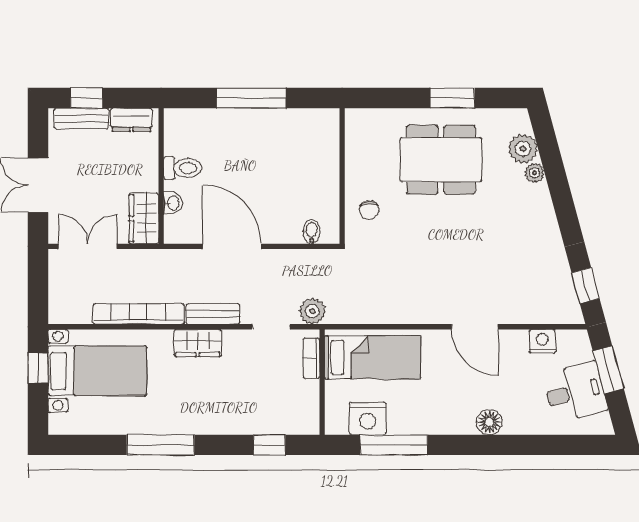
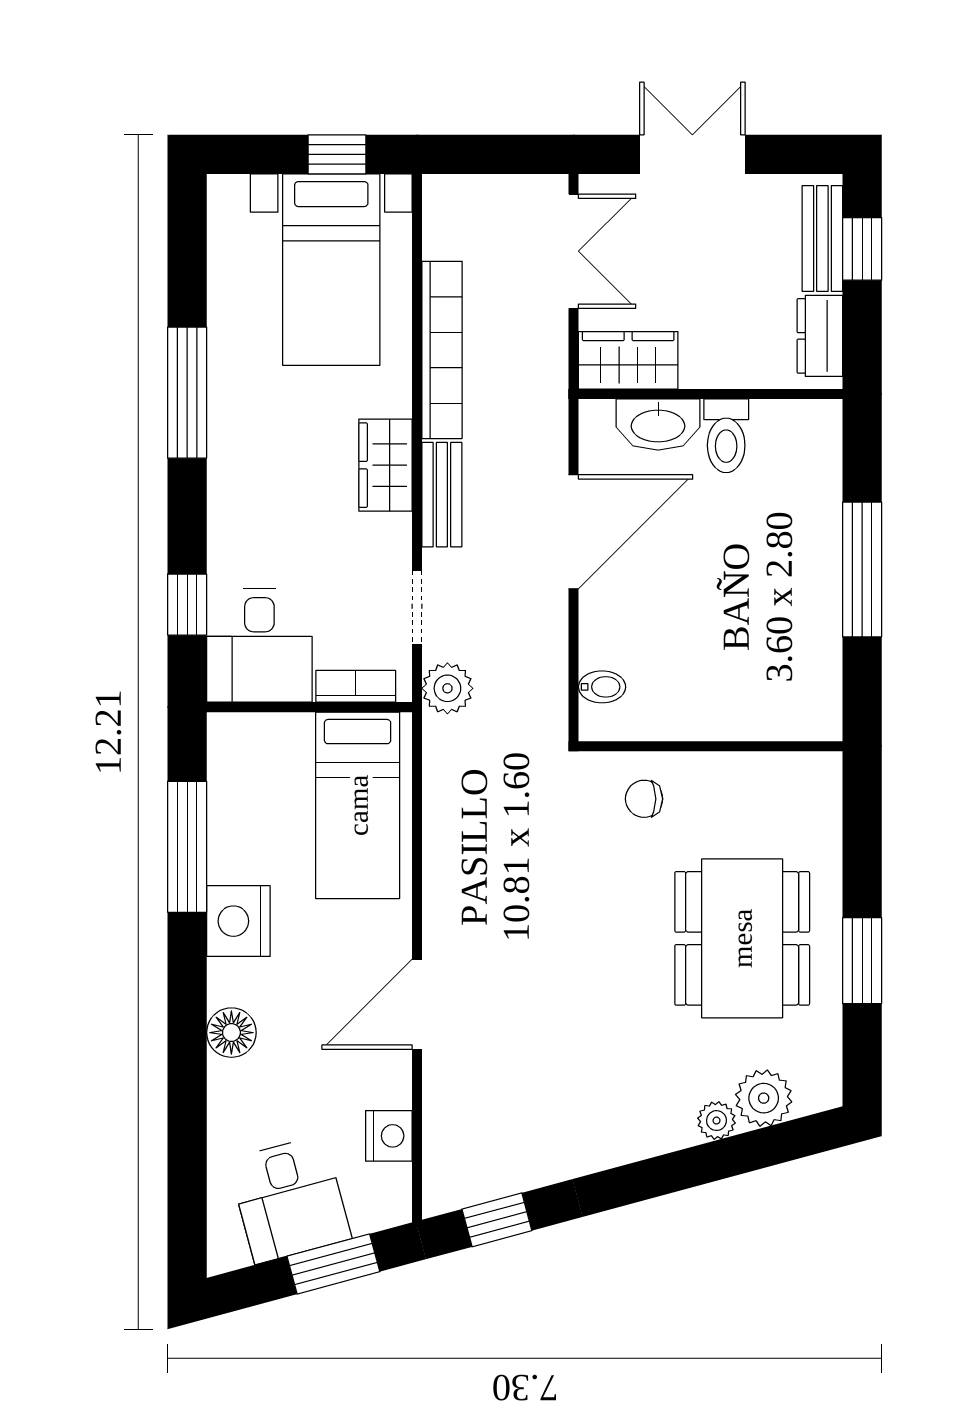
washbasin: (173, 203) -> (658, 425), width x1.91, depth x1.45
desk: (290, 408) -> (259, 645), added
nightstand: (368, 419) -> (238, 921), moved

